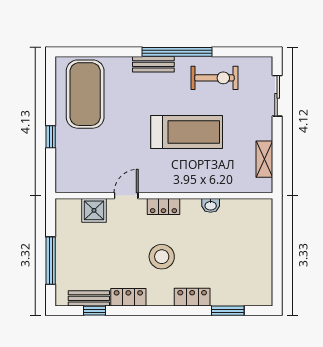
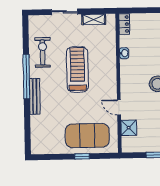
bench: (153, 64) -> (35, 96), width x1.36
exercise mat: (85, 94) -> (87, 136), moved
sliding door: (277, 96) -> (65, 12), moved
locker: (163, 207) -> (124, 24), moved

